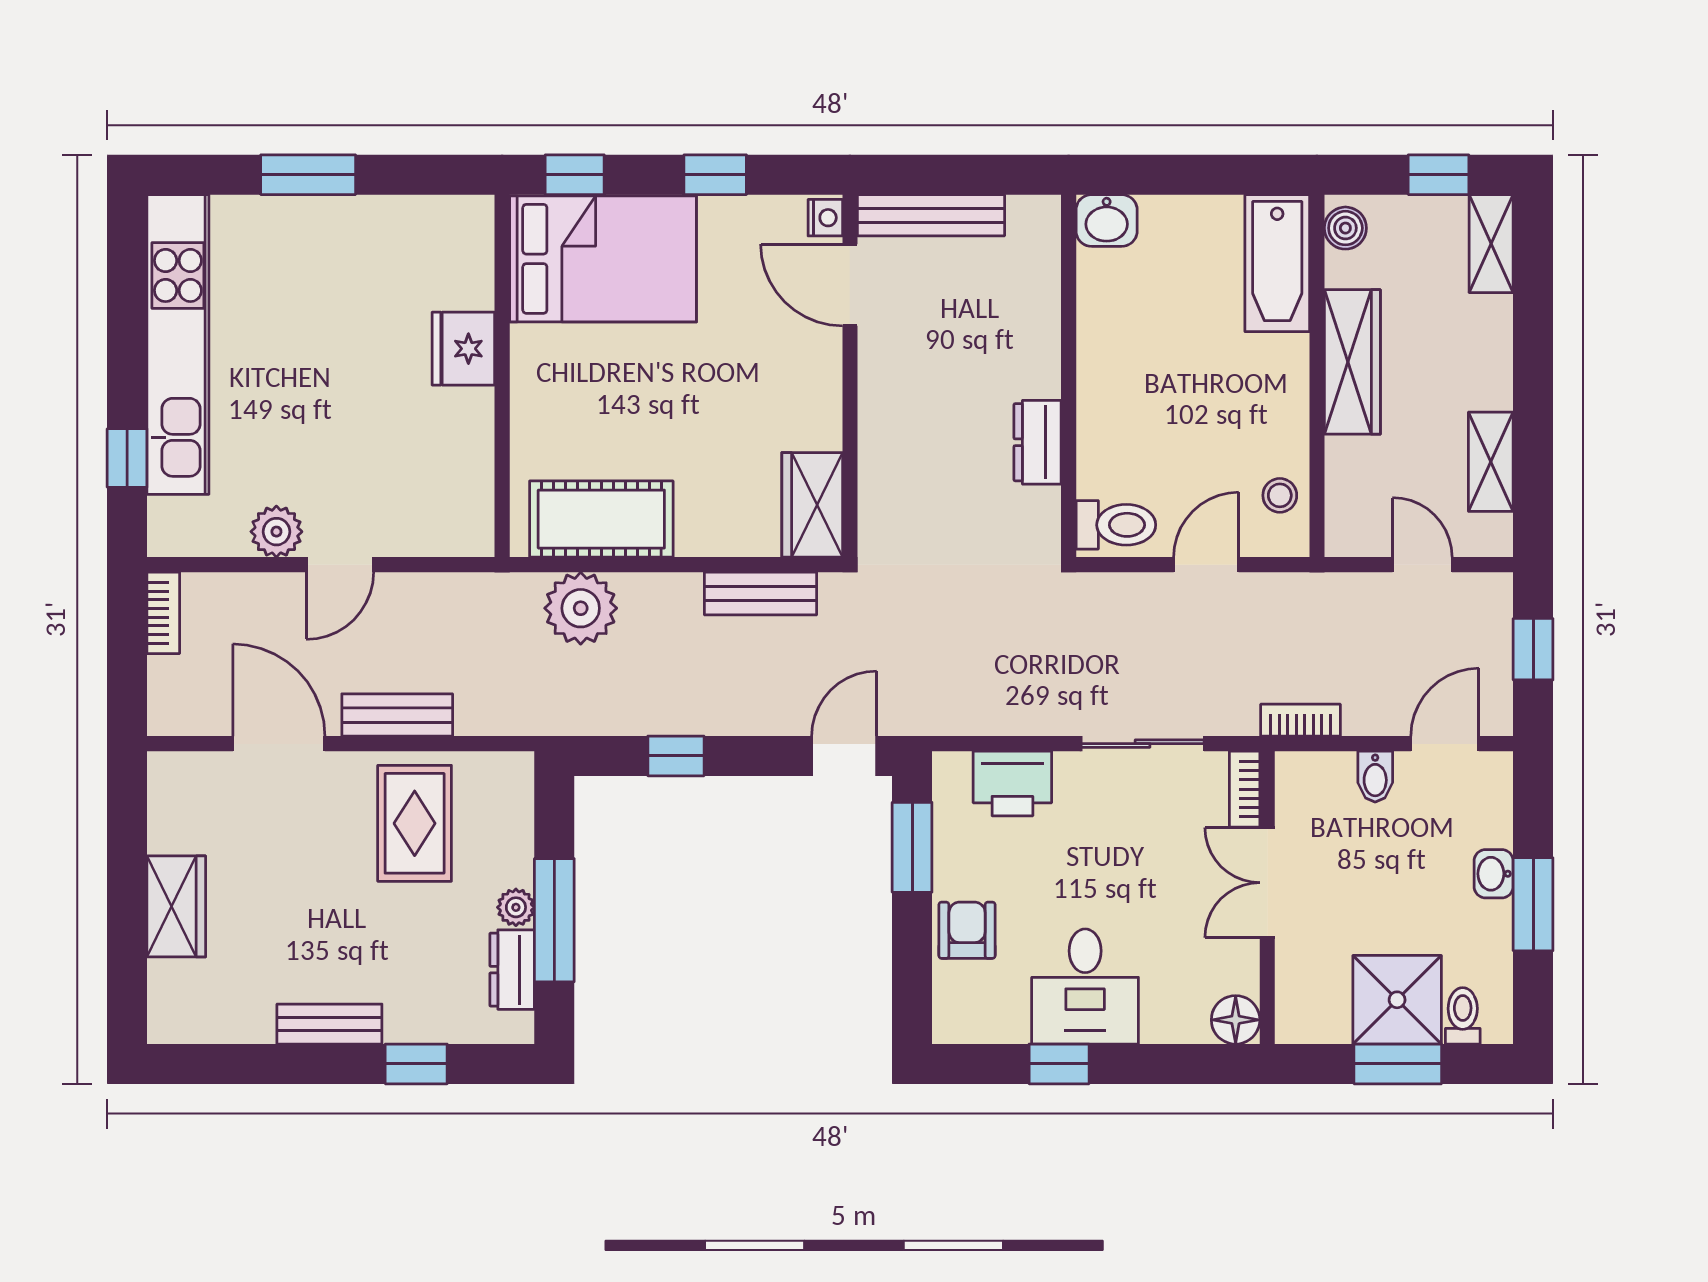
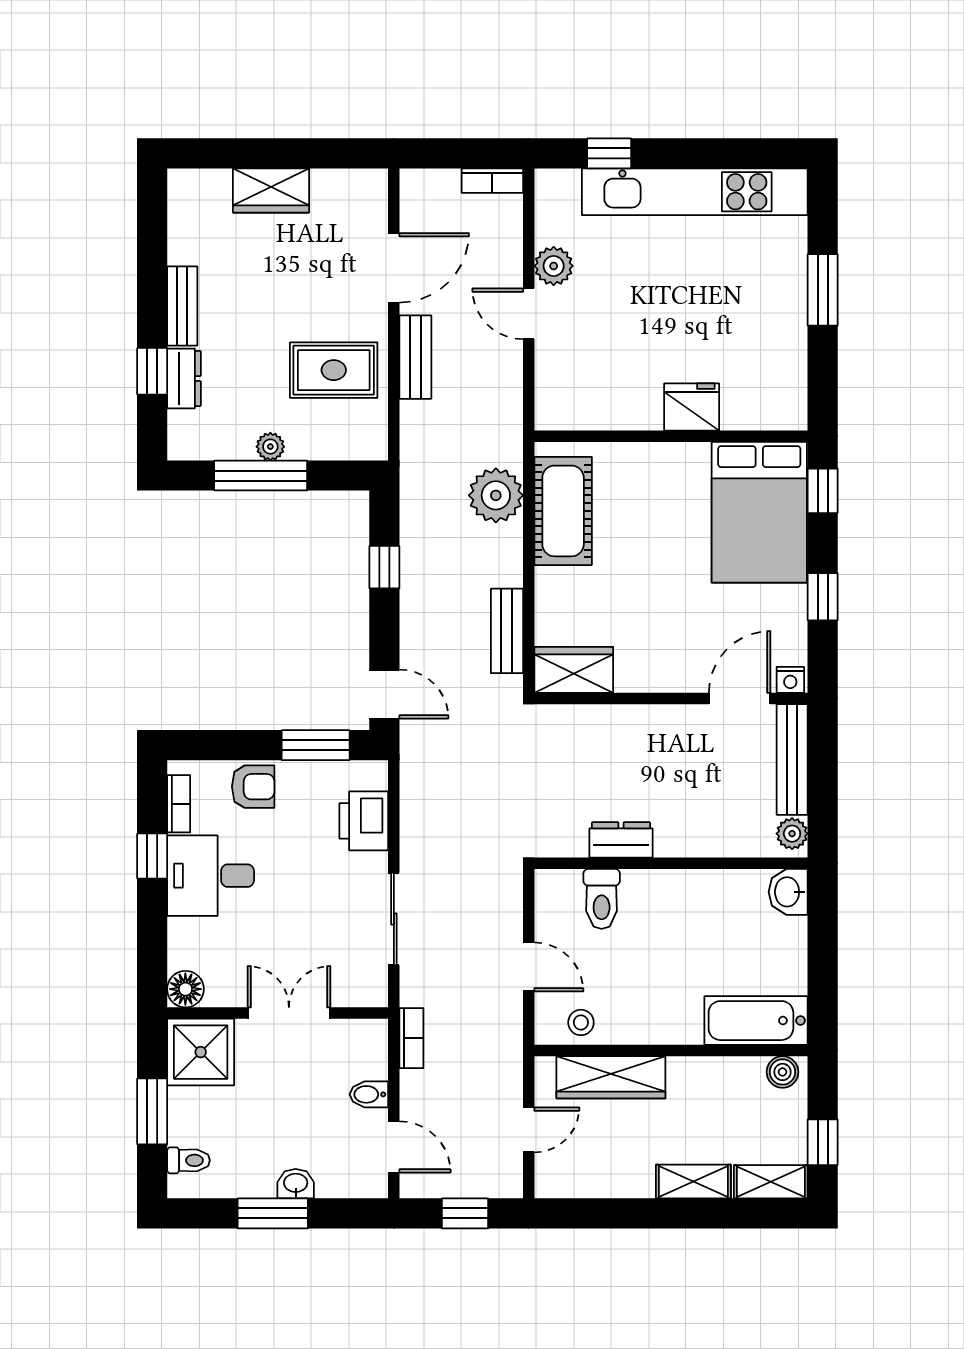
plant: (1029, 215) -> (792, 834), added
wardrobe: (1352, 362) -> (611, 1077), moved
shelving: (1491, 462) -> (693, 1182), moved
toilet: (1116, 525) -> (602, 899), moved
bookcase: (1245, 789) -> (179, 804), moved, turned 90
dresser: (512, 970) -> (184, 379), moved, turned 90
shower: (1397, 1000) -> (201, 1052), moved

